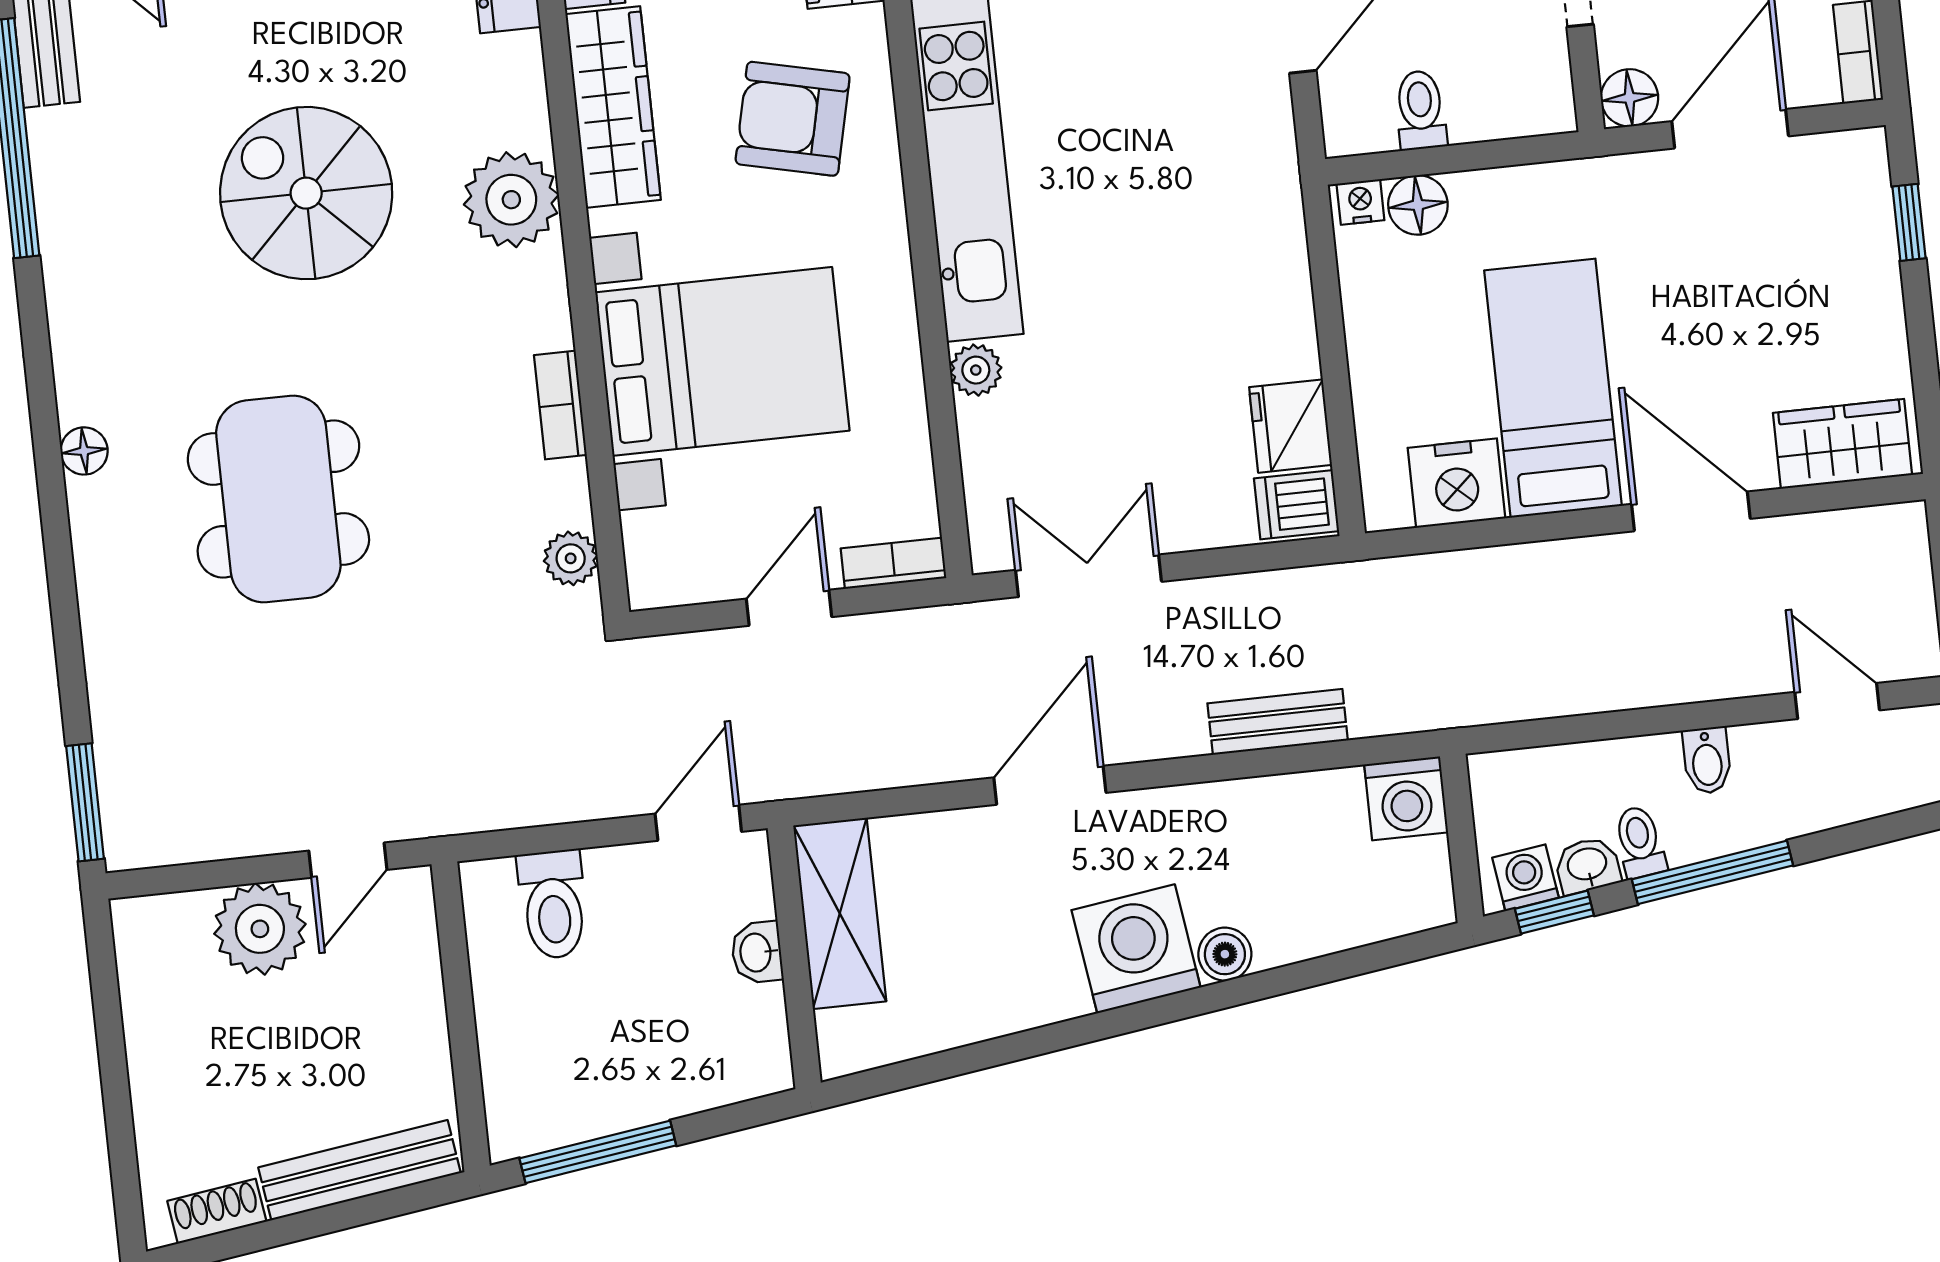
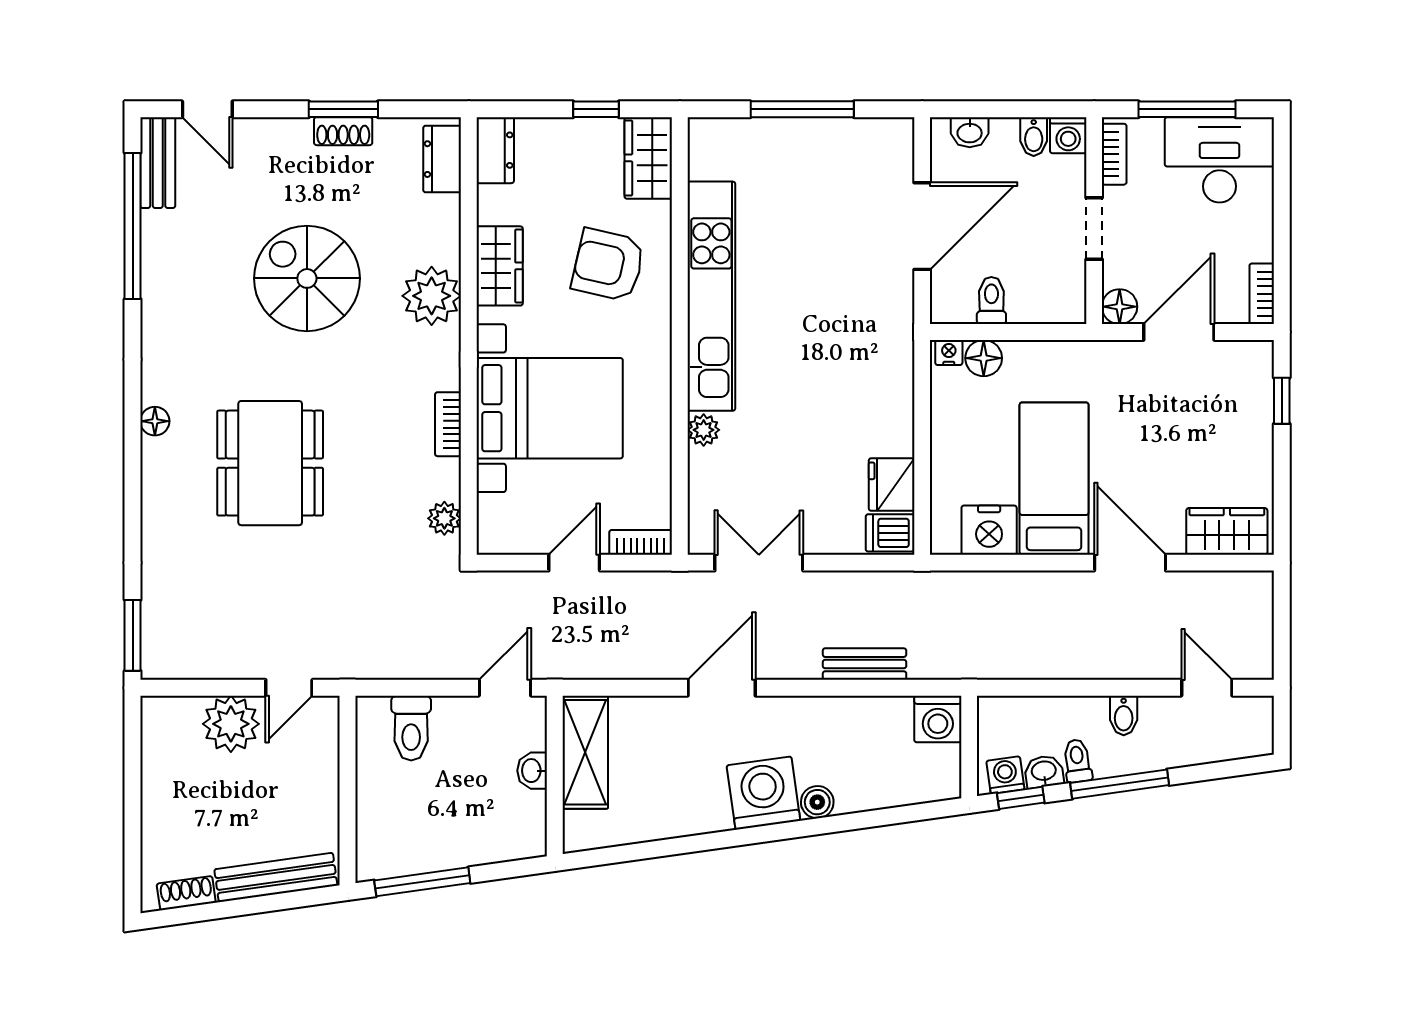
wardrobe: (613, 107) -> (500, 266), width x0.67

